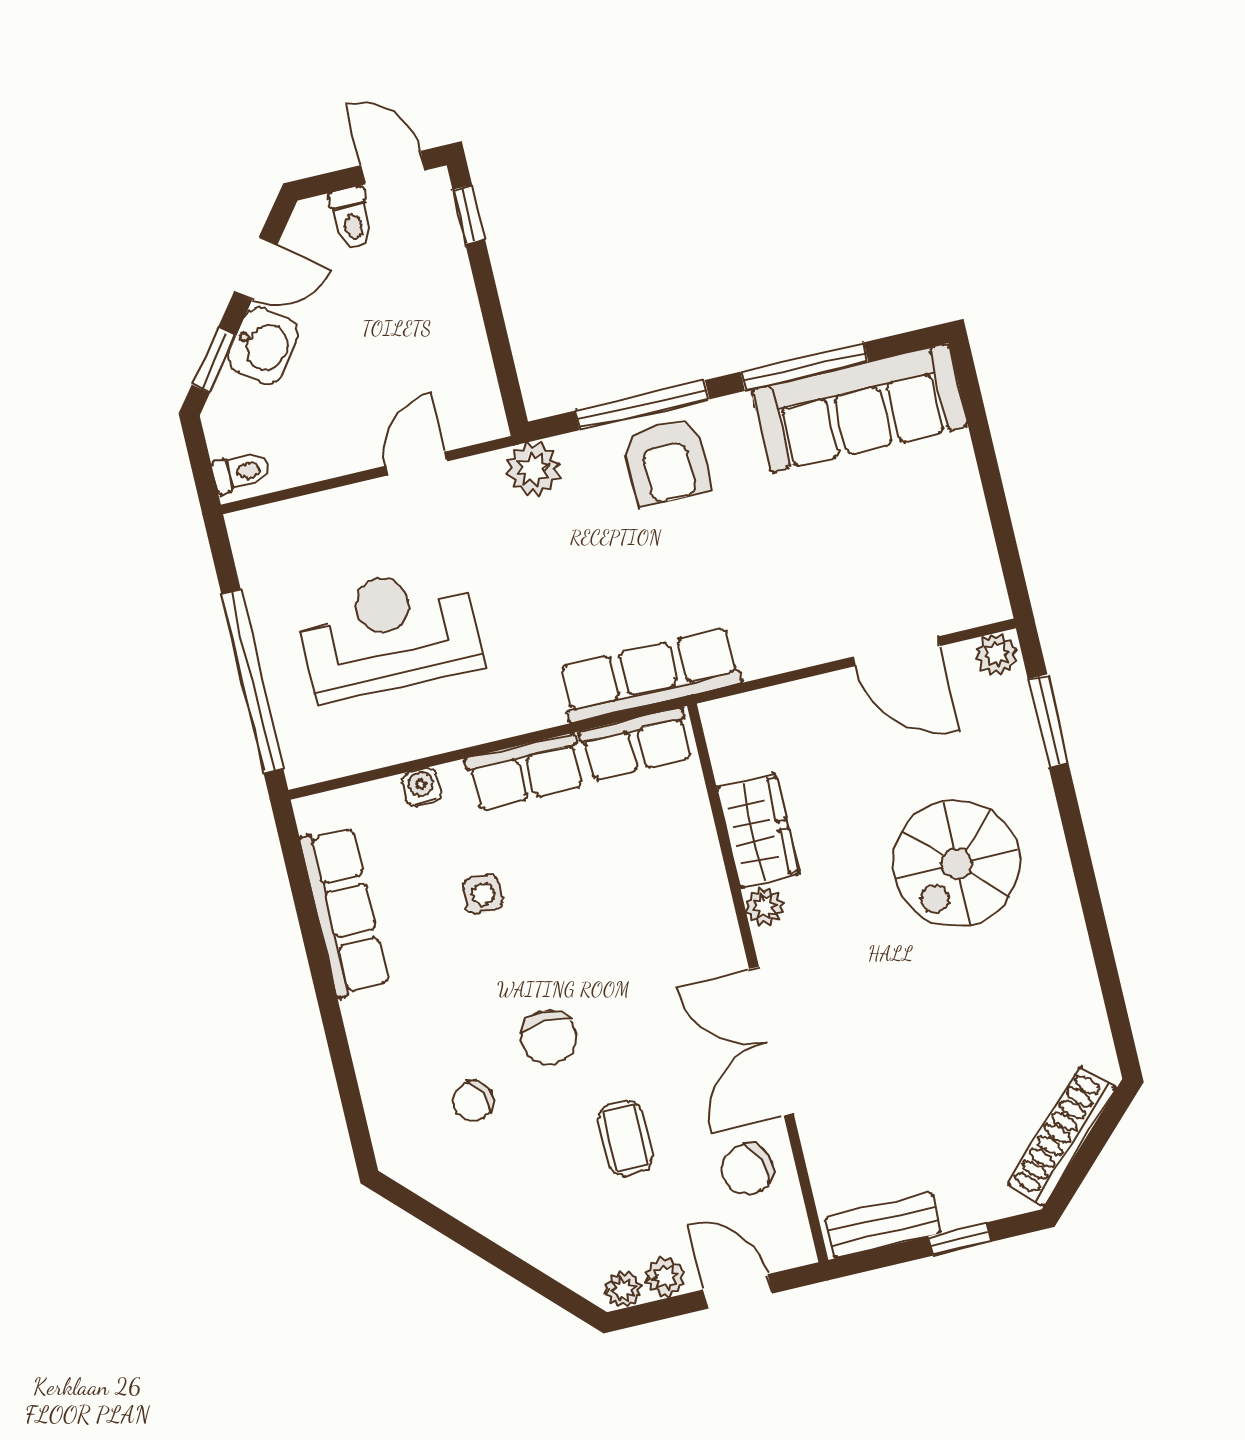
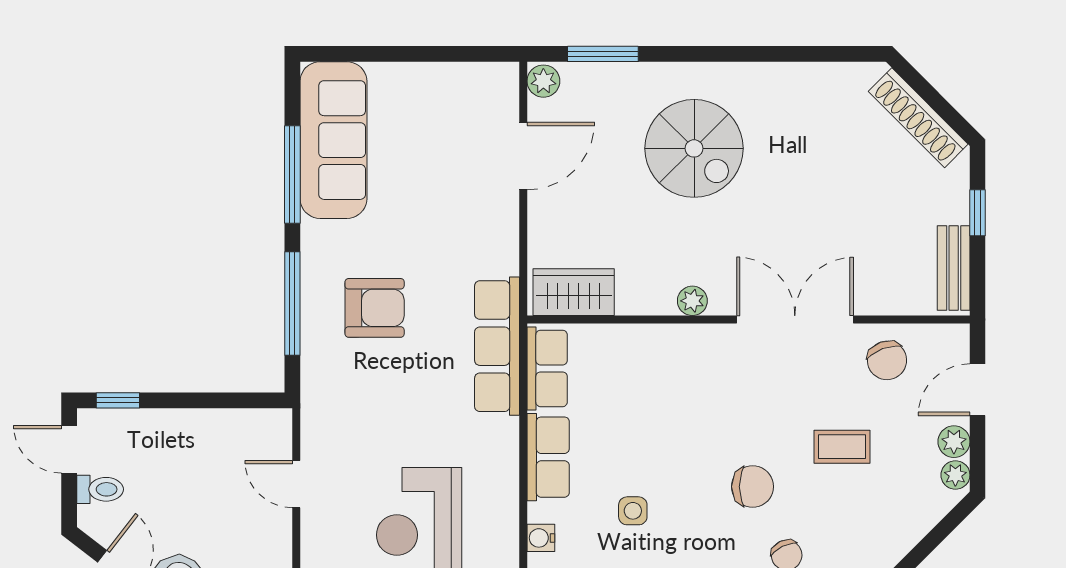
door: (393, 168) -> (69, 449), hinge flipped
armchair: (667, 462) -> (375, 308), moved
plant: (533, 469) -> (321, 397), removed
wardrobe: (758, 831) -> (574, 292), moved
double door: (771, 1041) -> (795, 320), swing flipped

